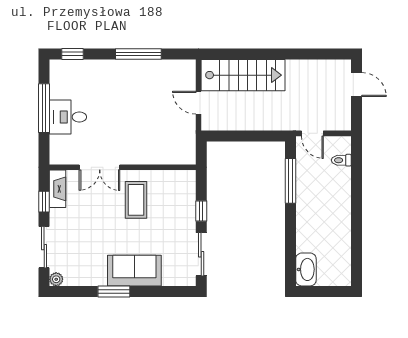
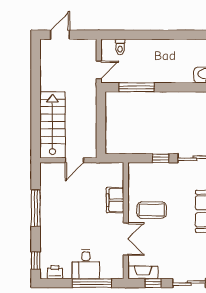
printer: (58, 78) -> (55, 272), added
window: (44, 108) -> (92, 283), moved
filing cabinet: (148, 154) -> (115, 200), added

